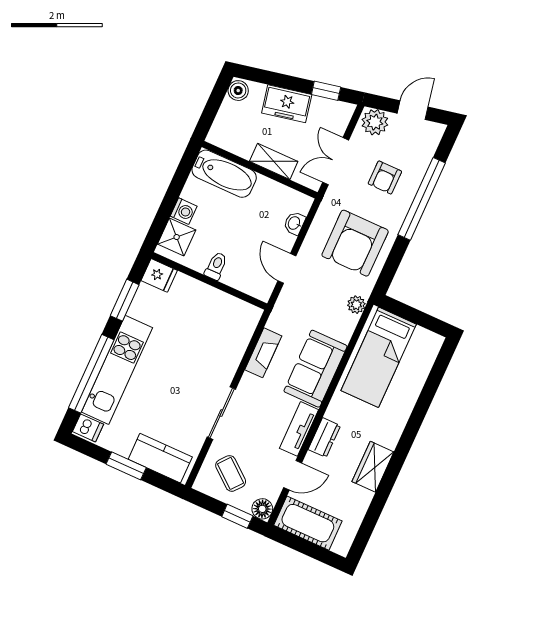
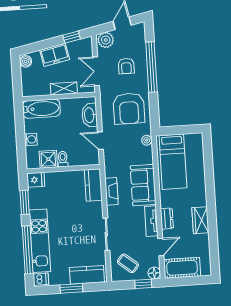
washbasin: (294, 223) -> (90, 115), width x1.91, depth x1.45
shower: (177, 237) -> (48, 159), moved
kitchen counter: (241, 329) -> (93, 185), added

